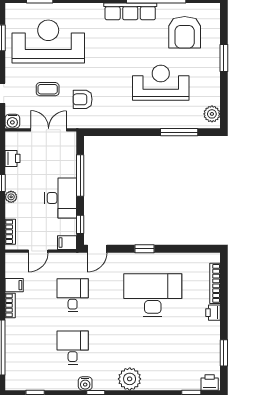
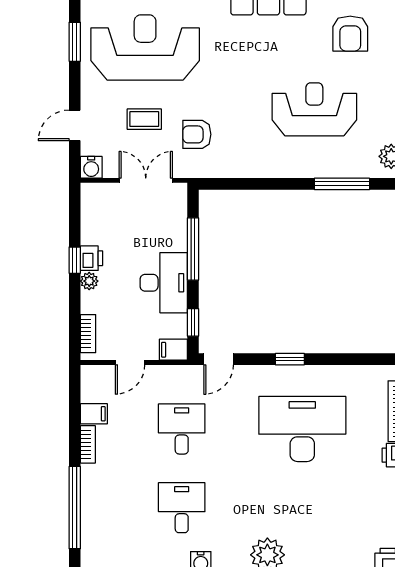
armchair: (185, 32) -> (350, 34), width x0.73, depth x0.73
printer: (13, 158) -> (91, 258), moved

